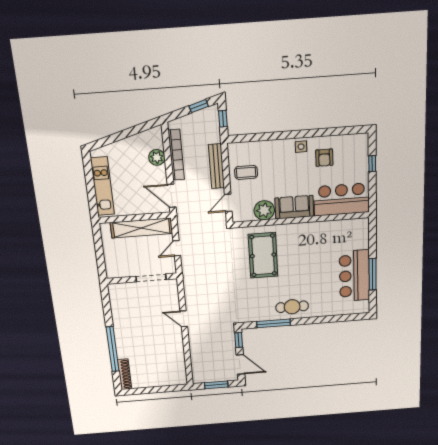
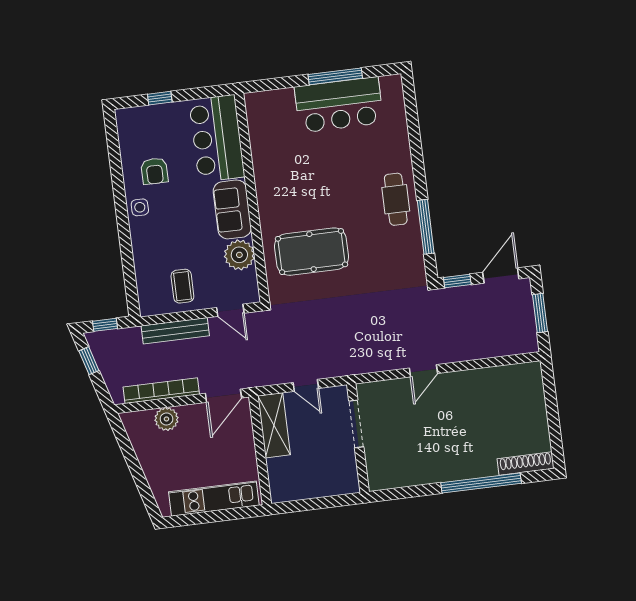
armchair: (324, 158) -> (154, 171), turned 90
shelving: (141, 228) -> (274, 425), width x0.68

